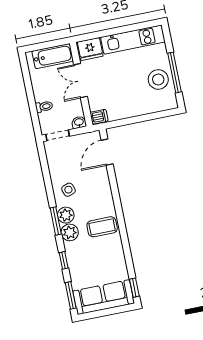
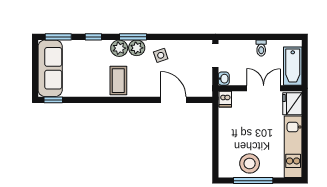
toilet: (44, 107) -> (261, 48), moved
door: (107, 152) -> (173, 100), moved

